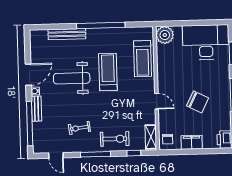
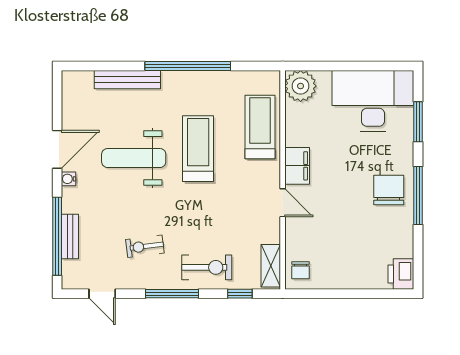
treadmill: (143, 59) -> (260, 127), turned 180
chair: (198, 102) -> (389, 190), moved, turned -117
bench: (36, 109) -> (70, 236), moved
filing cabinet: (192, 142) -> (297, 166), moved, turned 90

